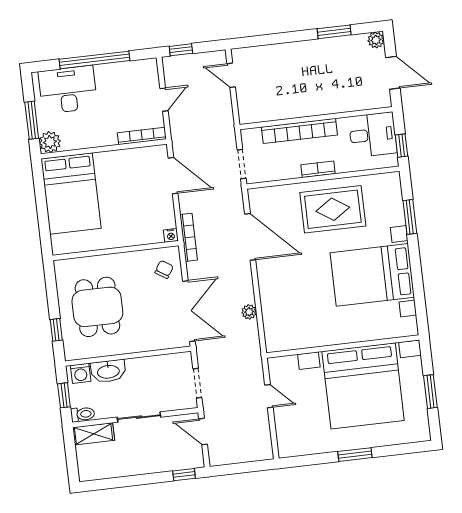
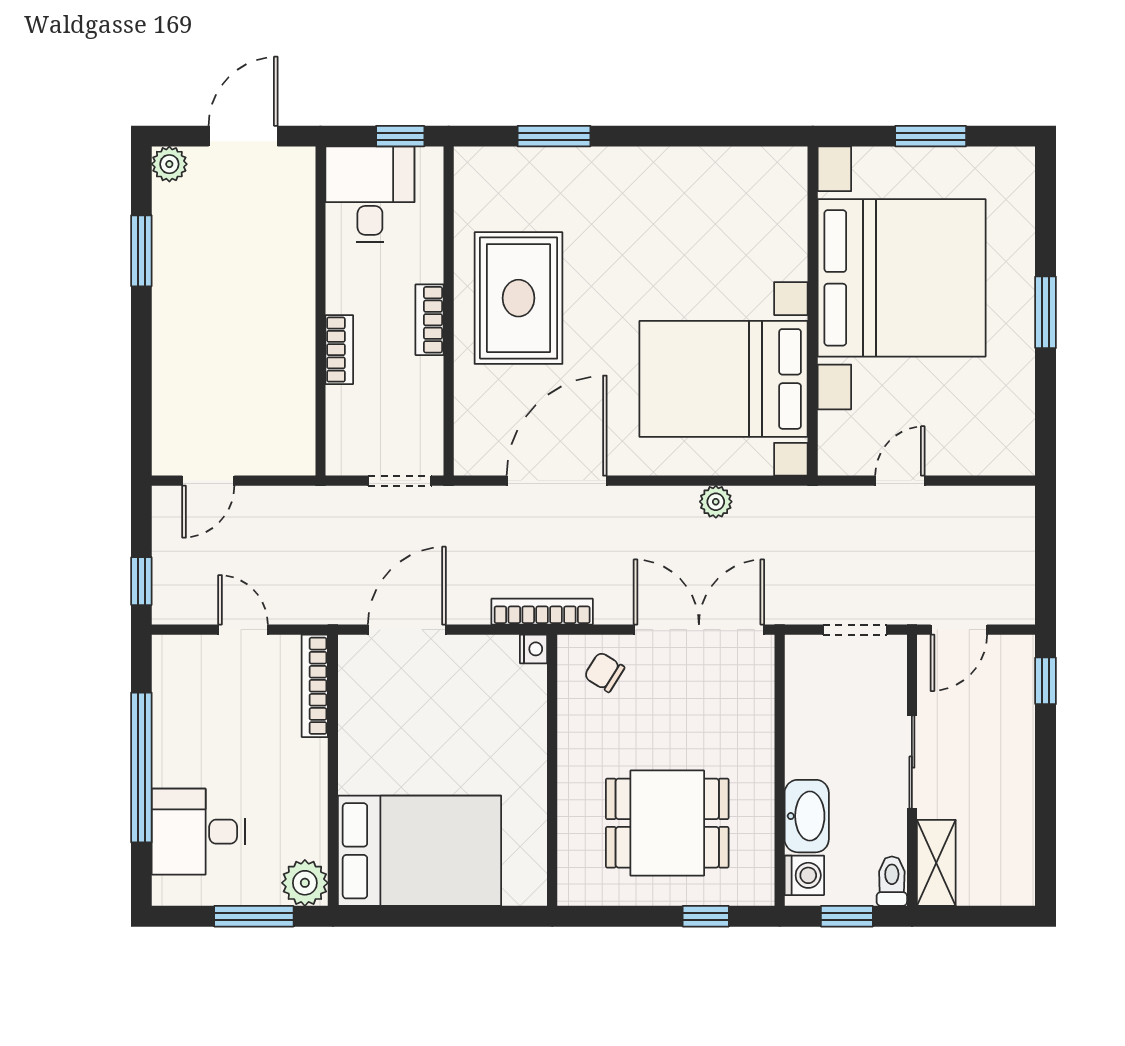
desk: (68, 90) -> (198, 832), width x0.73
bookcase: (299, 131) -> (339, 350), width x0.43, depth x0.76
bed with nightstands: (372, 275) -> (724, 379), moved, turned 90

